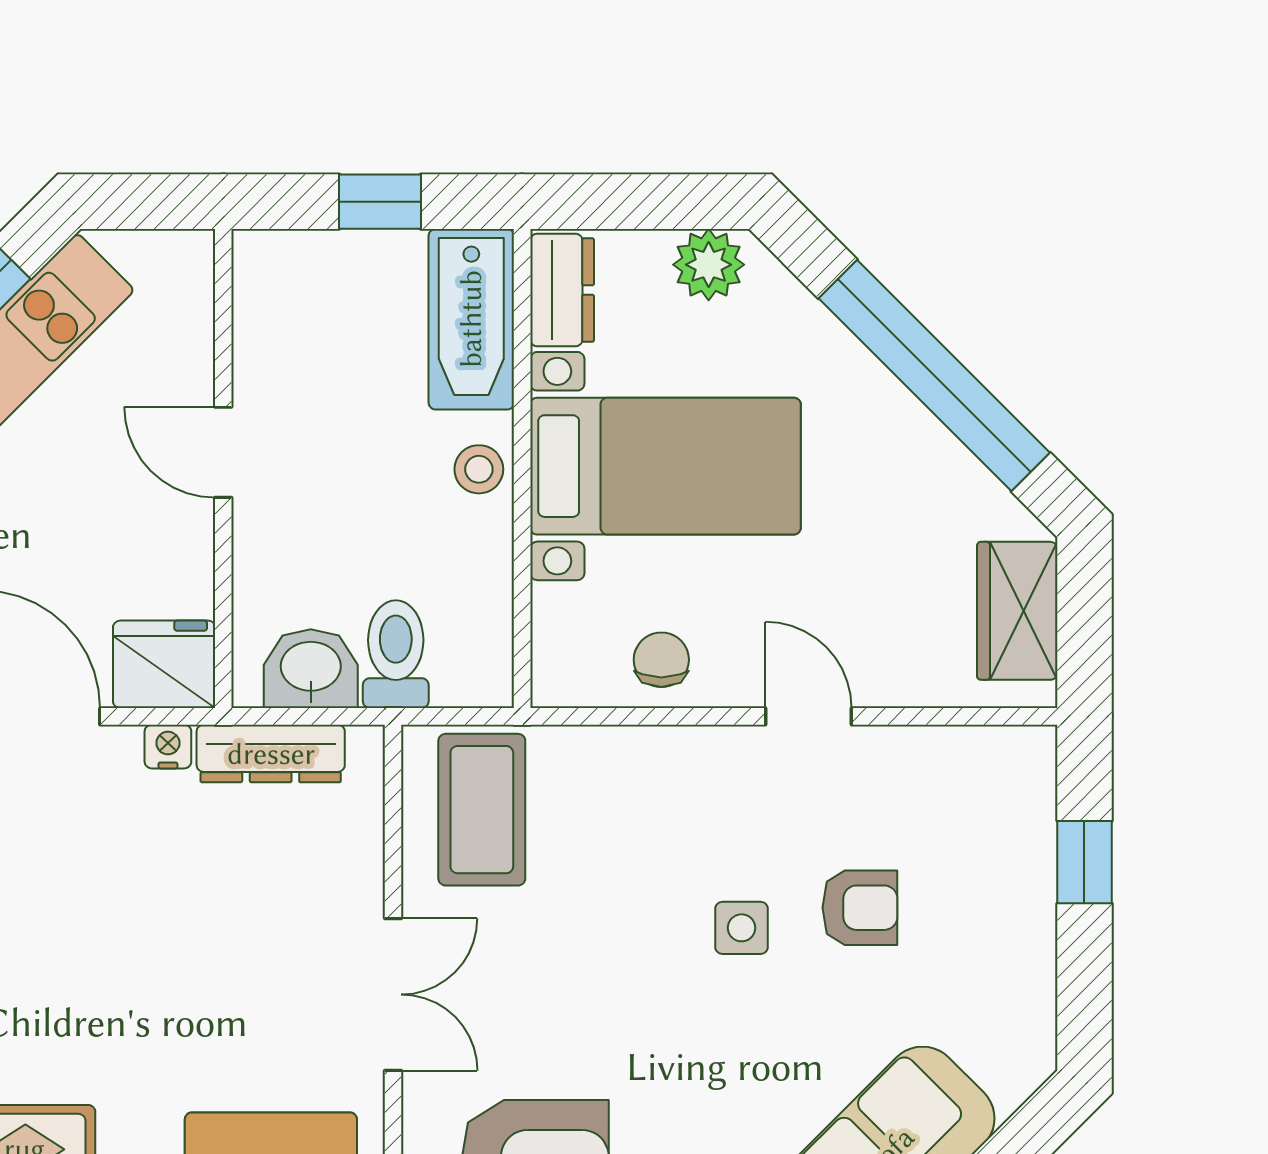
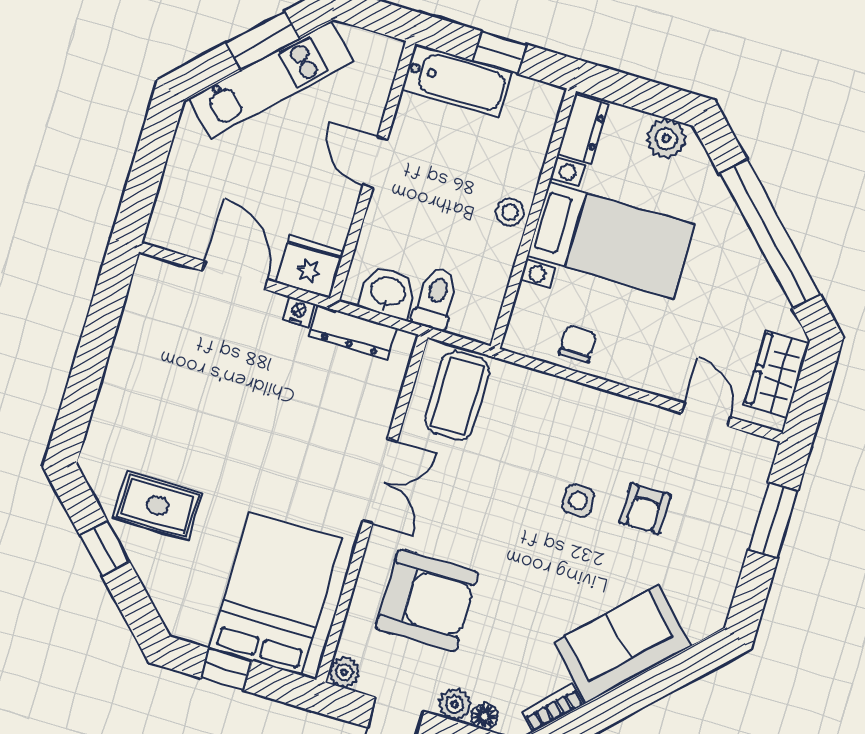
bathtub: (471, 319) -> (457, 81), moved, turned -90
door: (808, 716) -> (706, 415), moved
window: (1084, 862) -> (773, 520), width x1.50
armchair: (860, 908) -> (645, 509), turned 90

